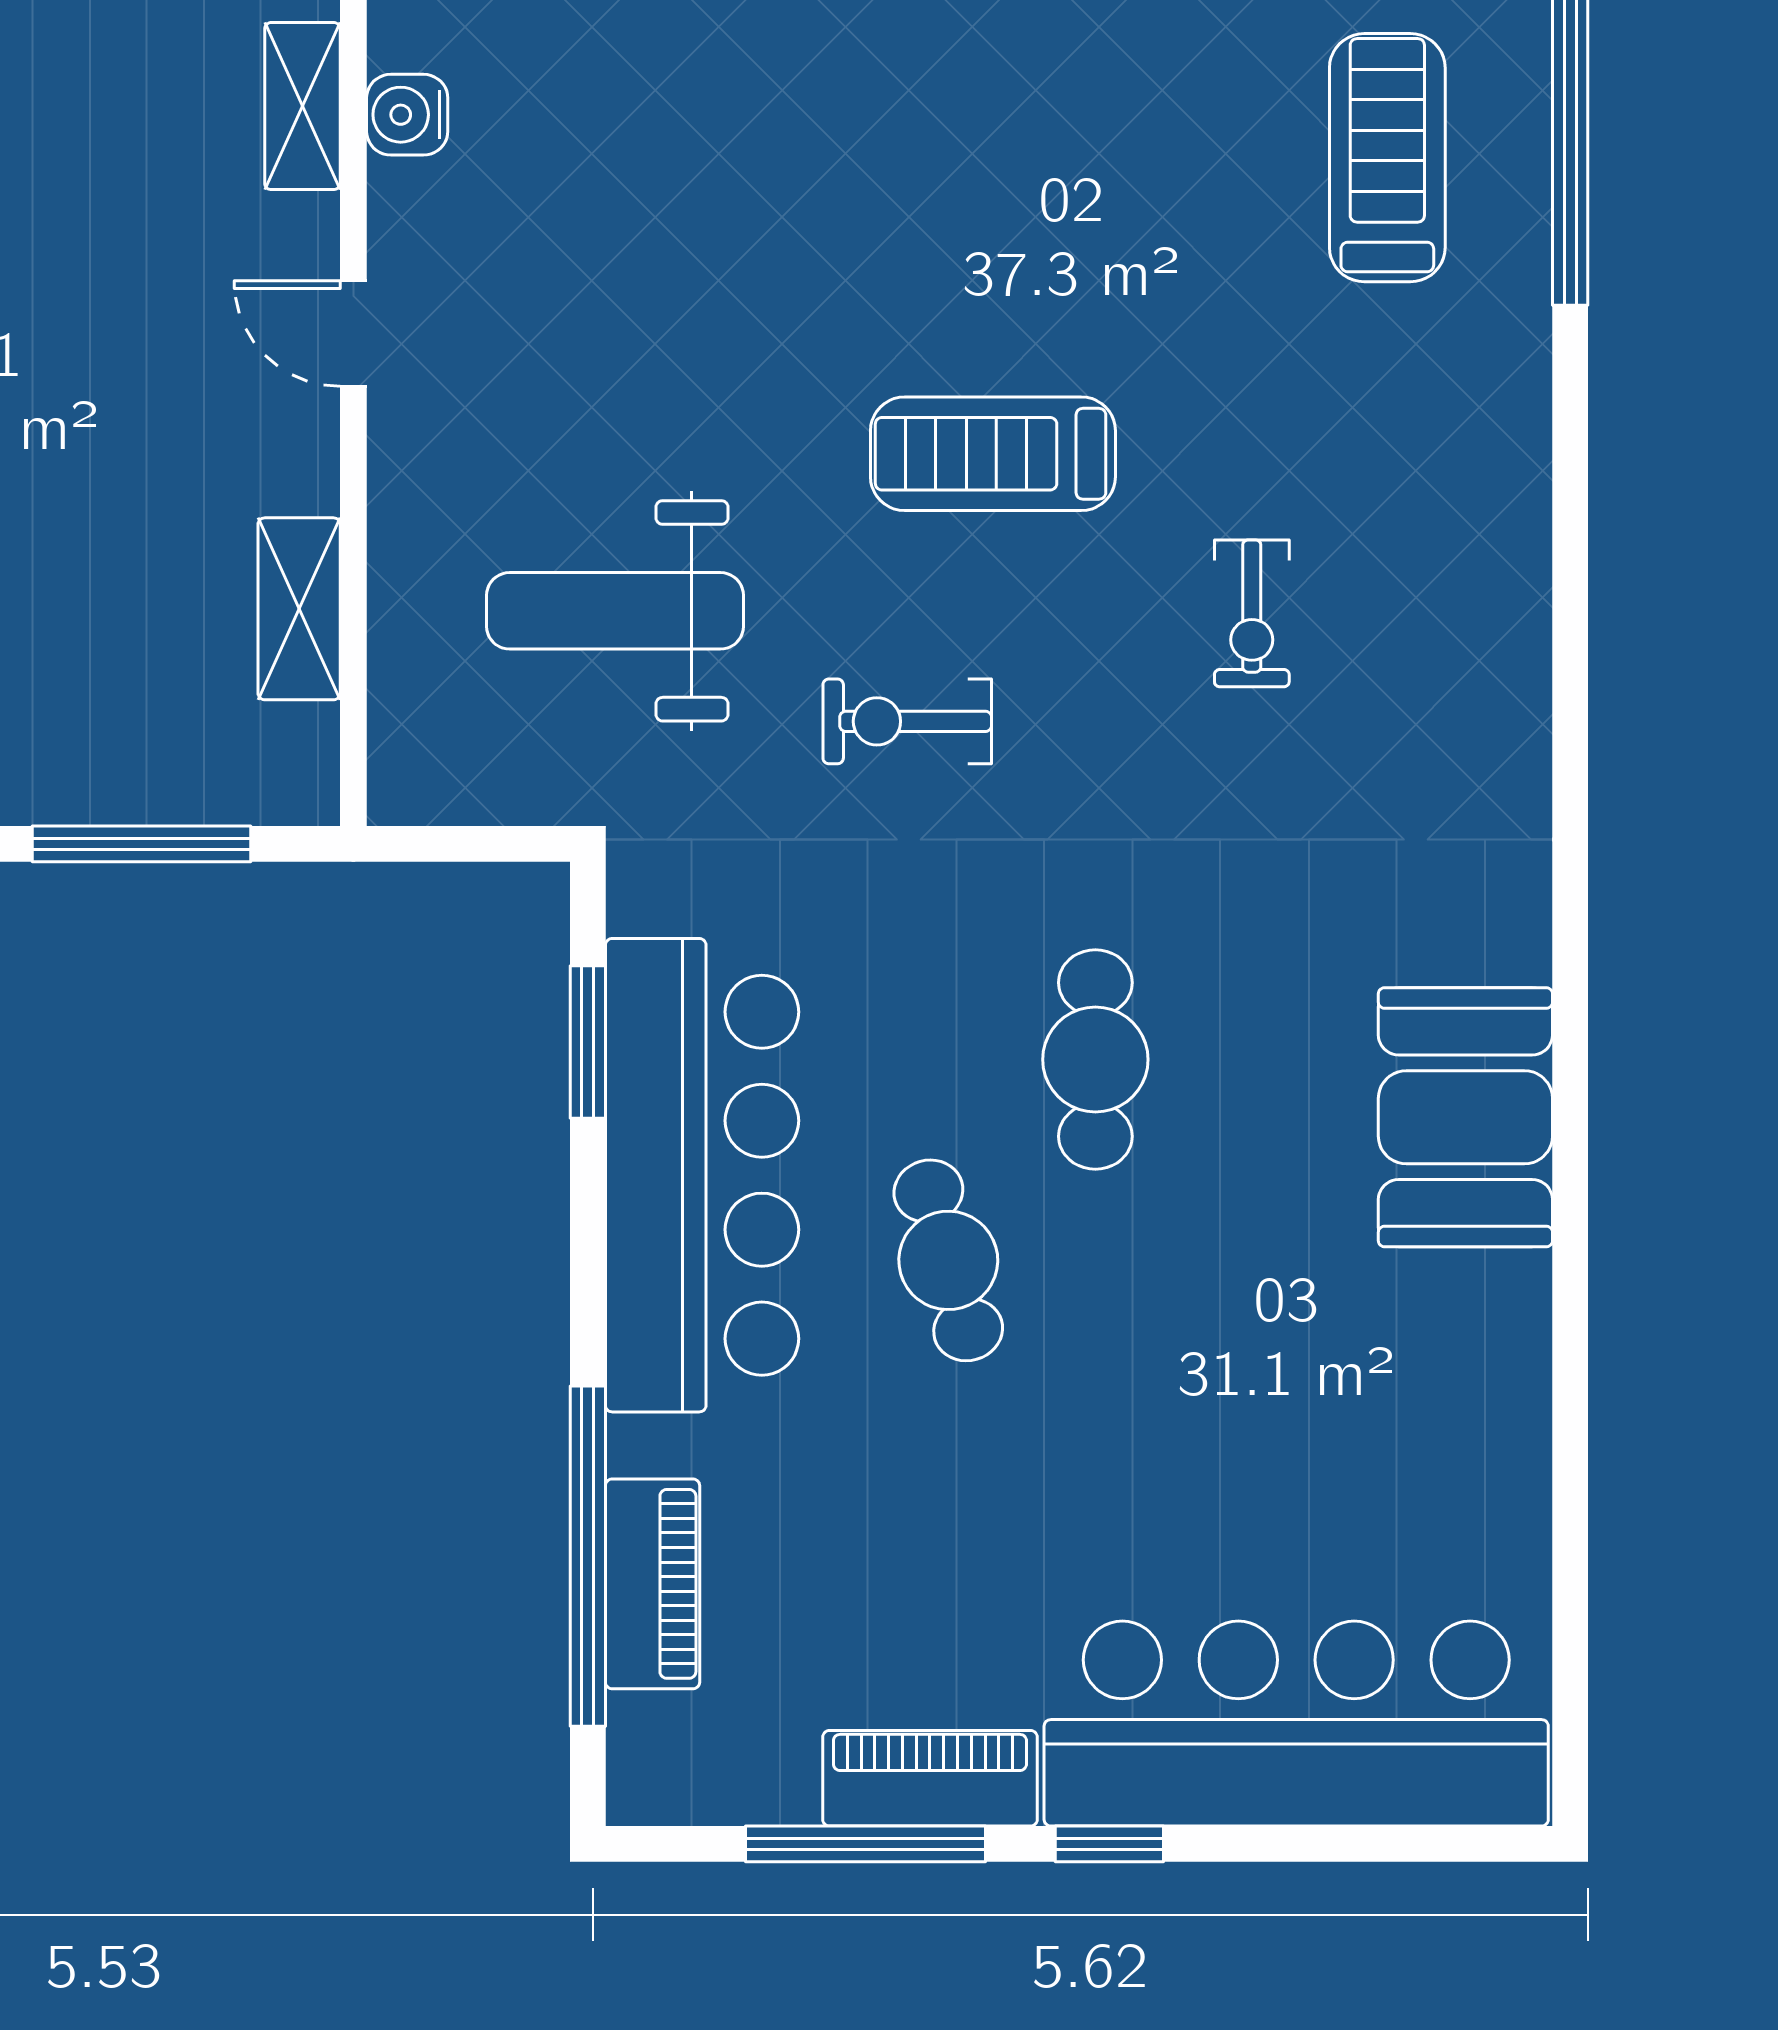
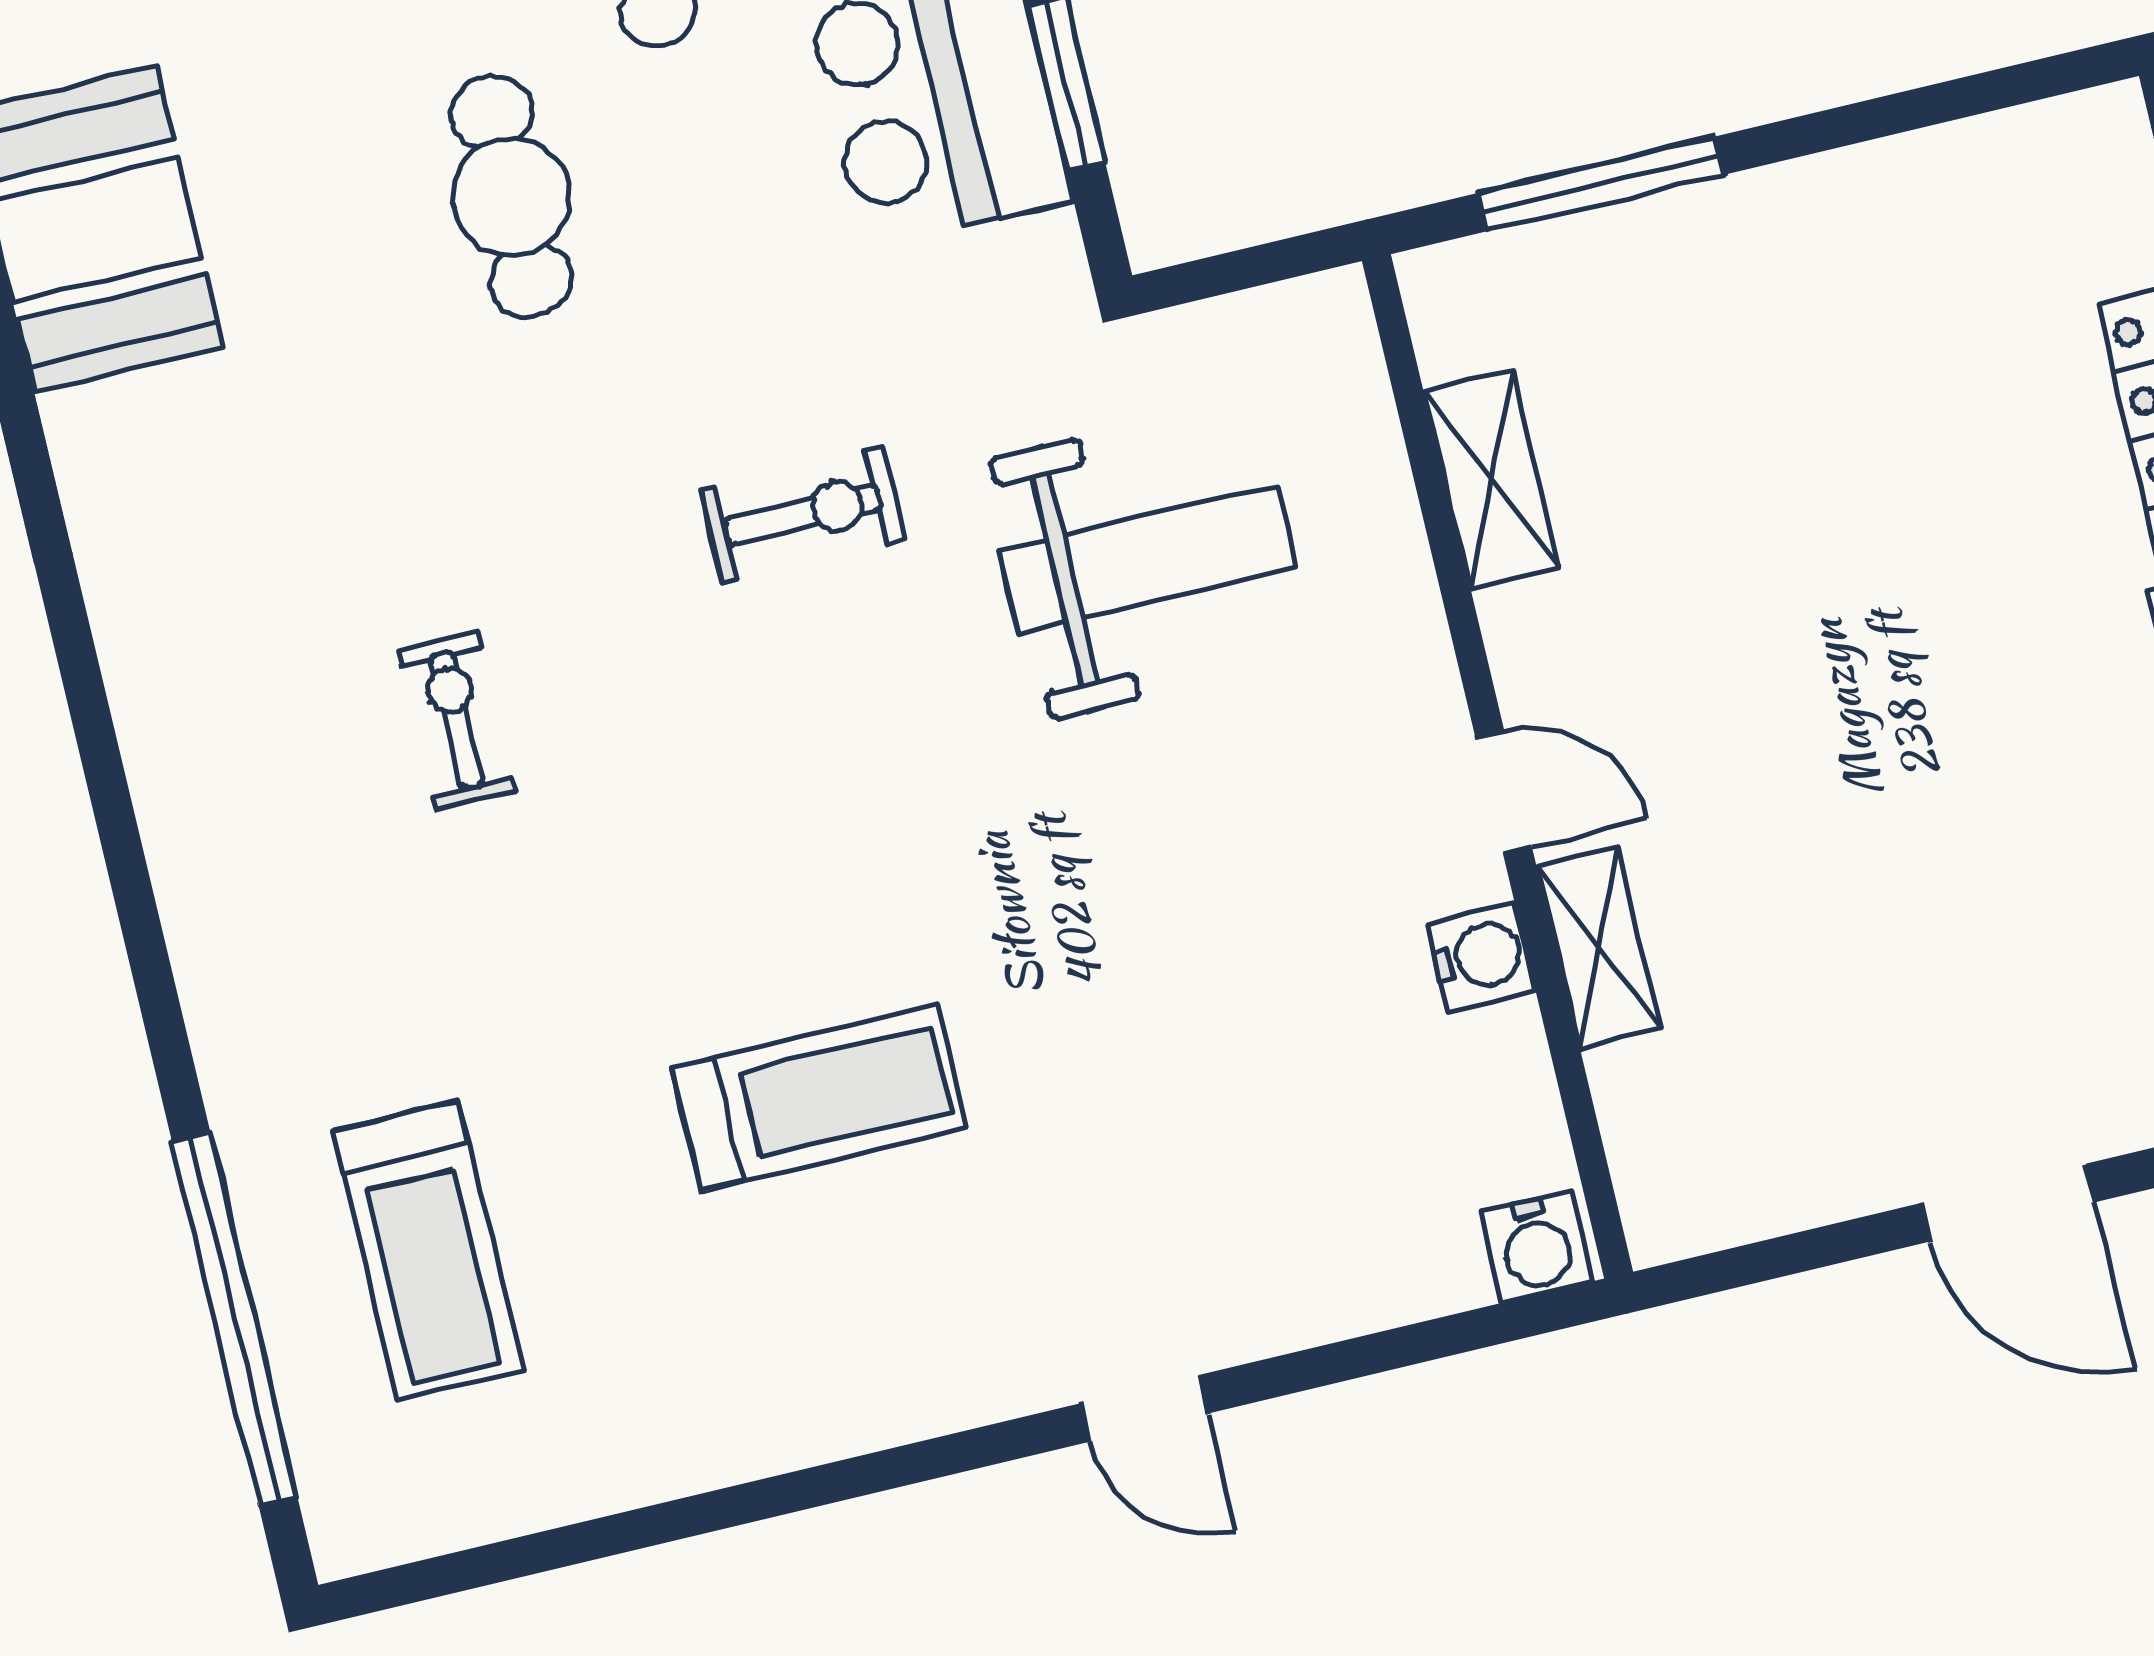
shelving: (302, 106) -> (1599, 947), moved
water cooler: (407, 115) -> (1481, 957), moved
treadmill: (993, 454) -> (820, 1098), moved

